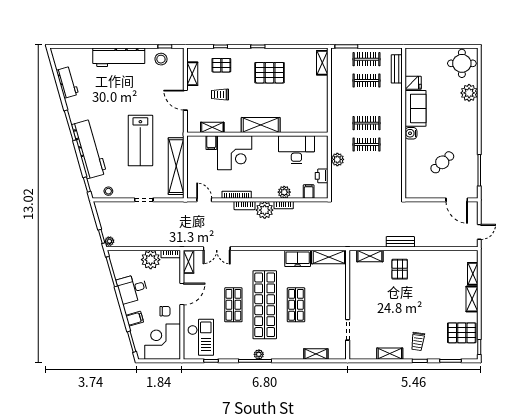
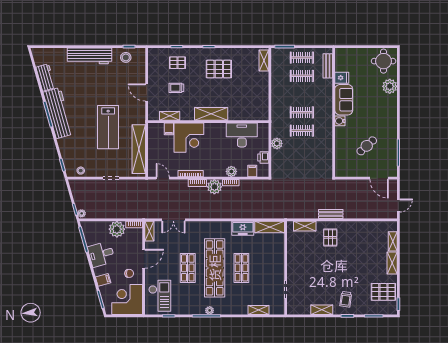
shelving: (192, 74) -> (153, 70), removed
workbench: (89, 149) -> (58, 113), moved

